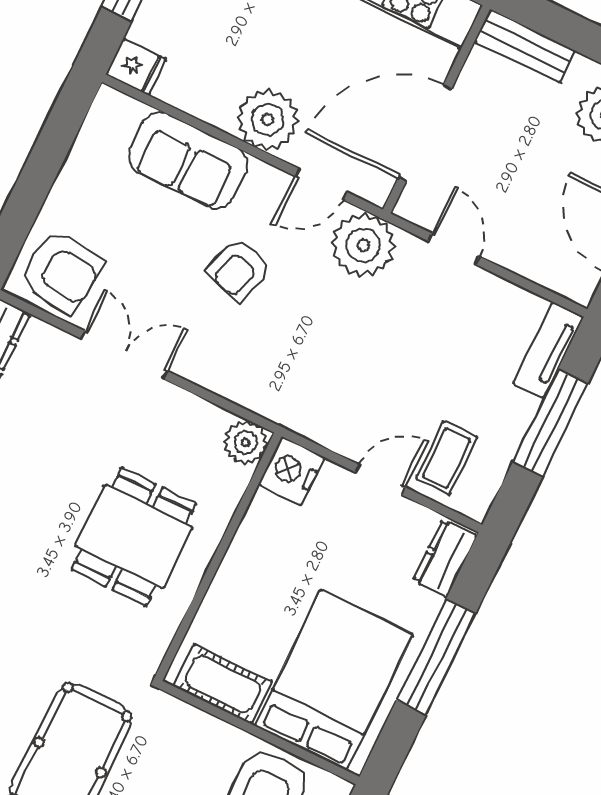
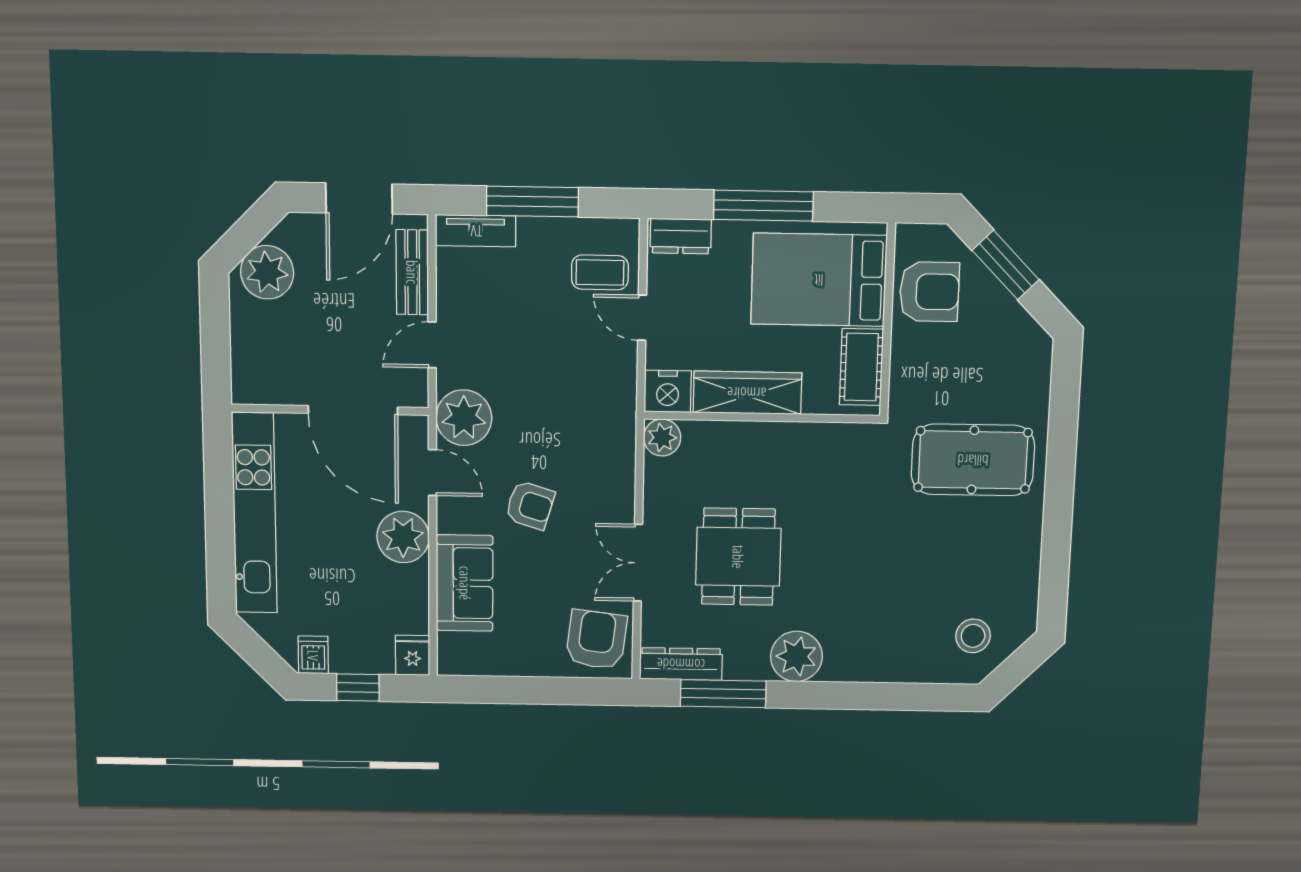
bench: (525, 46) -> (412, 272), moved
dining table: (134, 537) -> (738, 557), moved, turned 90
wardrobe: (251, 553) -> (747, 393), added

